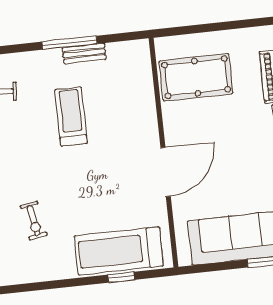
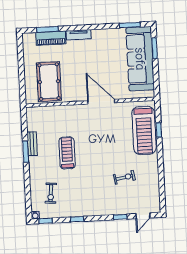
window: (69, 43) -> (26, 152), width x0.69
treadmill: (71, 116) -> (67, 153), turned 90

